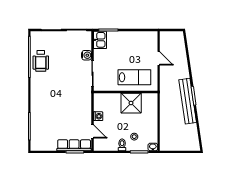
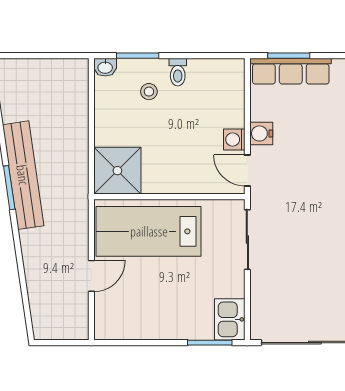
water cooler: (87, 55) -> (261, 133), moved
door: (159, 58) -> (91, 276), swing flipped
lab bench: (134, 77) -> (149, 231), width x1.36, depth x1.39
shower: (131, 103) -> (117, 171), moved
door: (92, 131) -> (247, 170), moved

